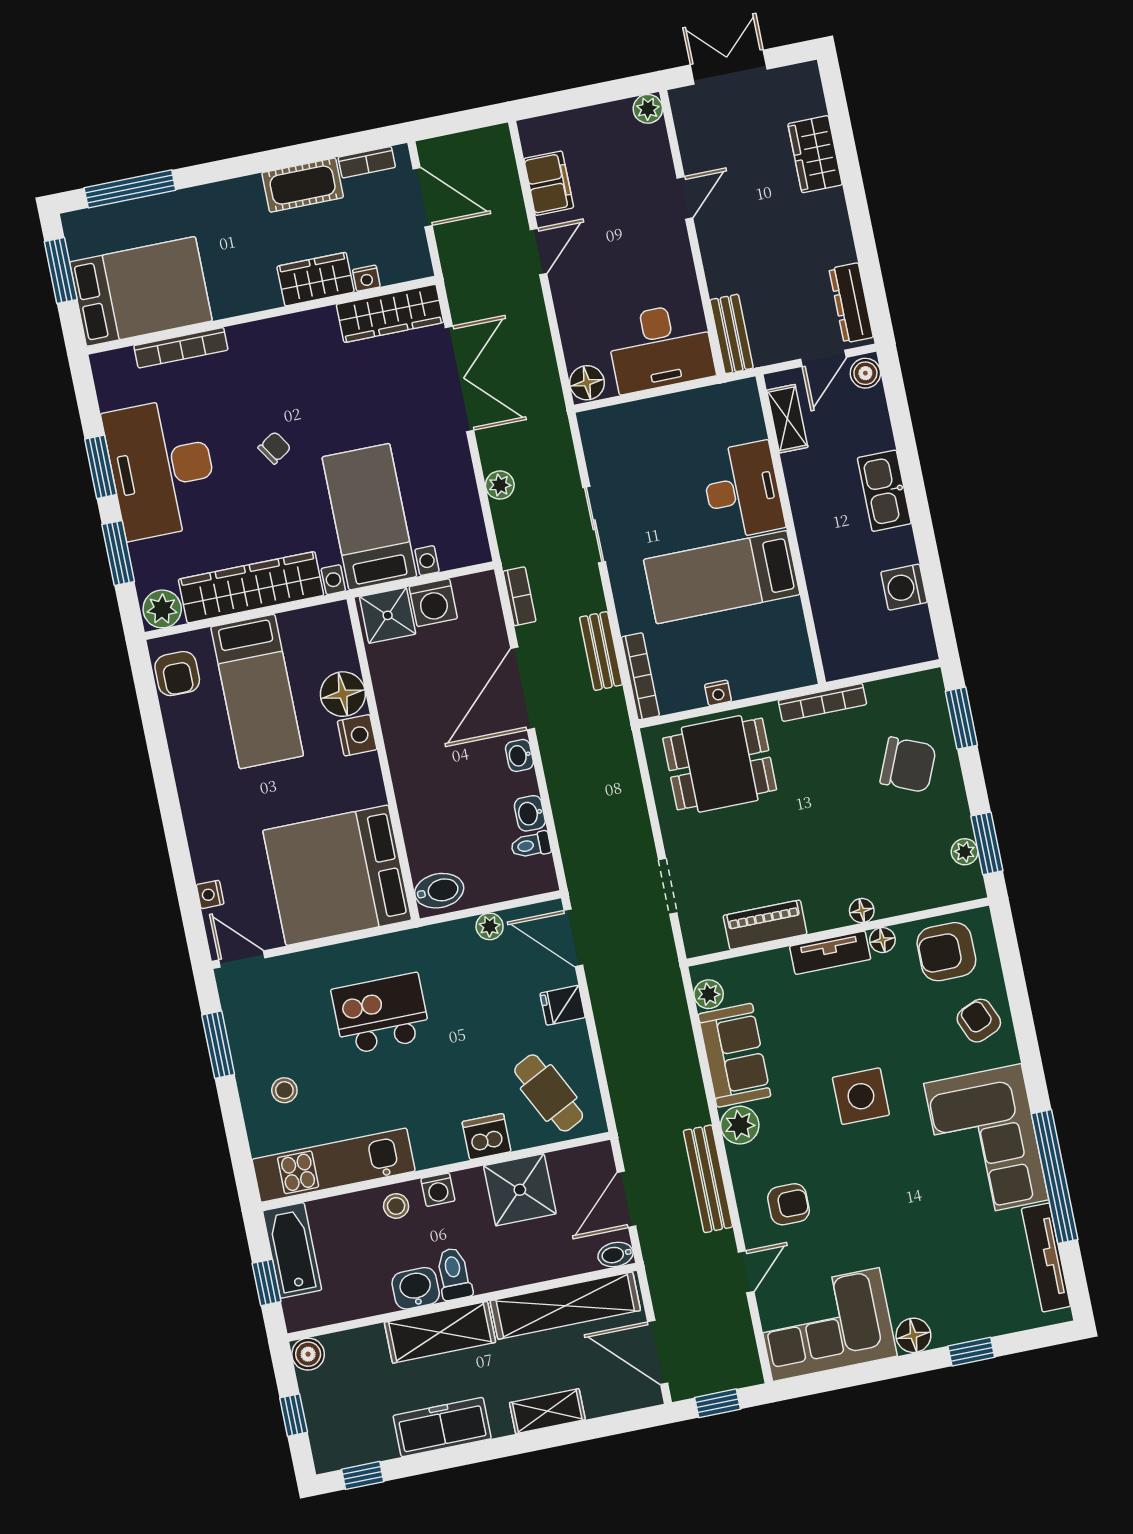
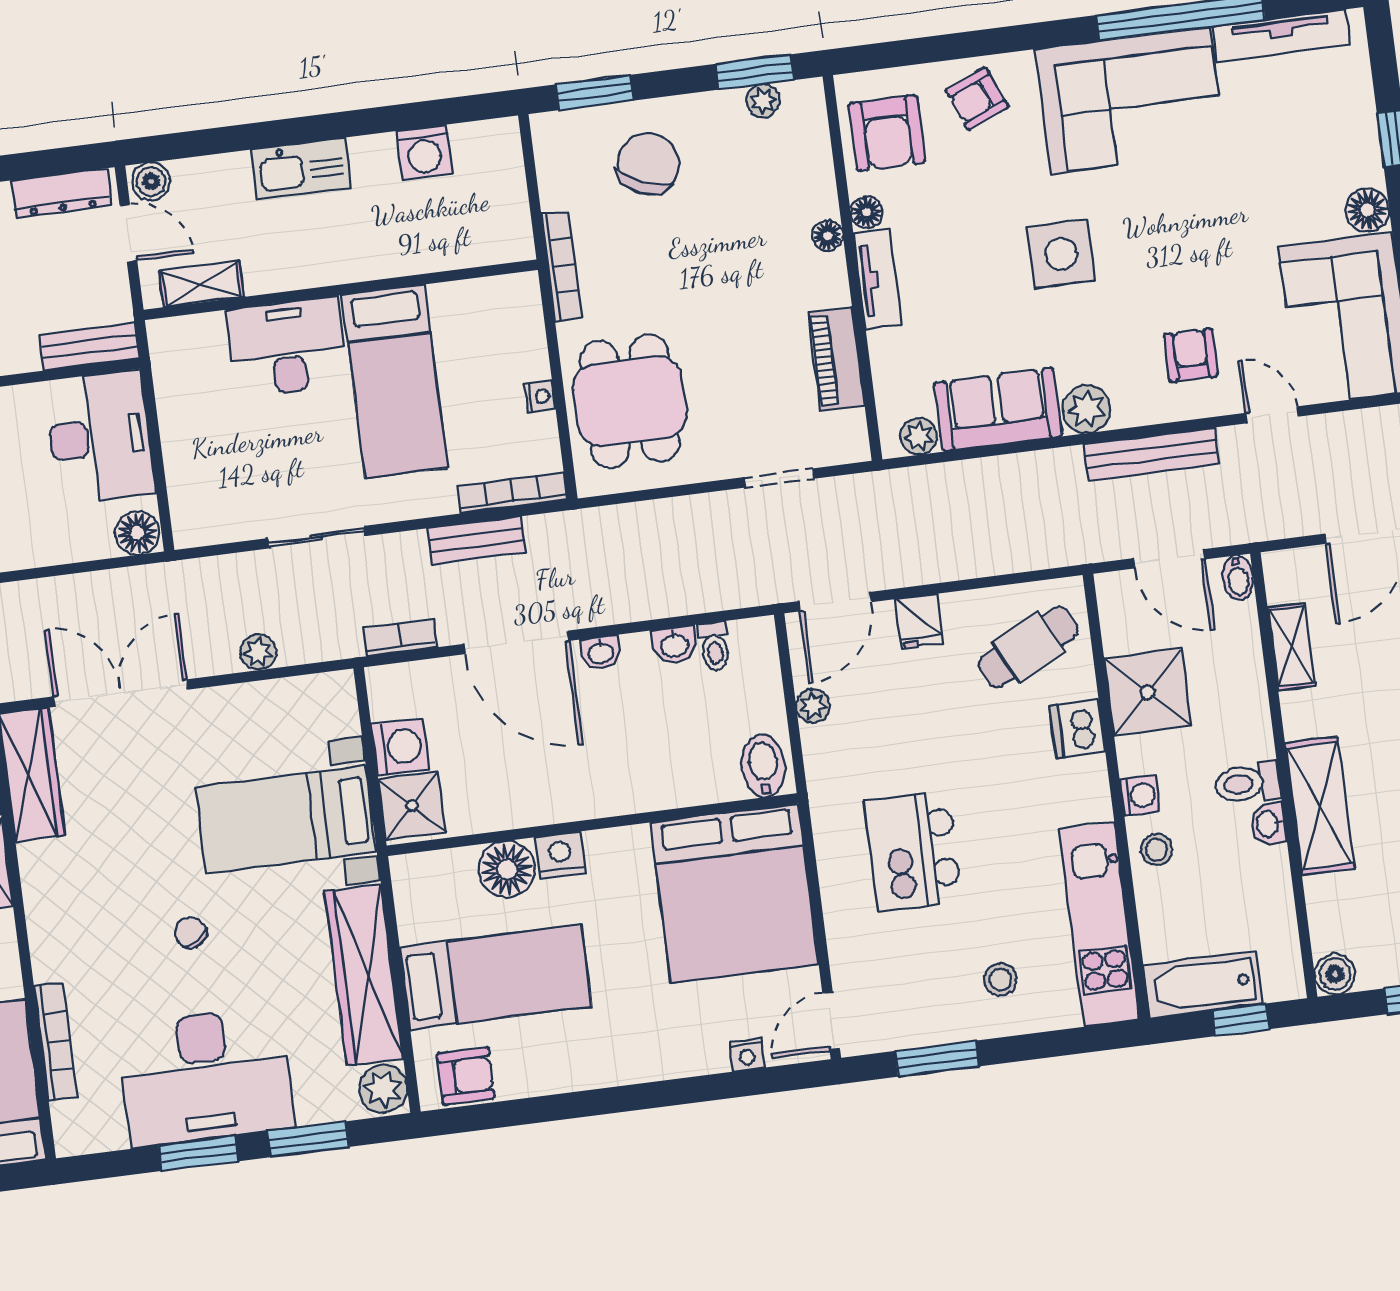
washbasin: (416, 1288) -> (1268, 824), width x0.72, depth x0.69
shelving: (565, 1306) -> (1291, 646), width x0.45, depth x0.75

